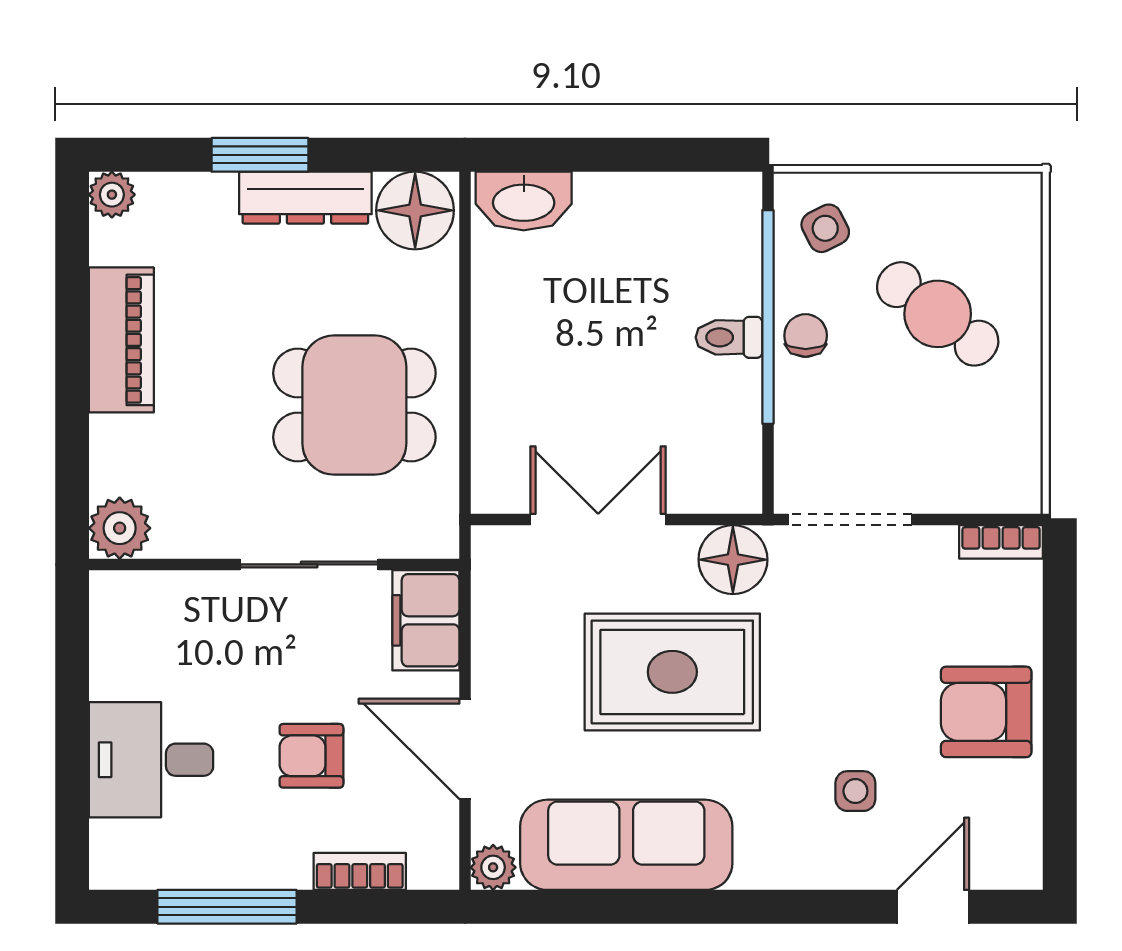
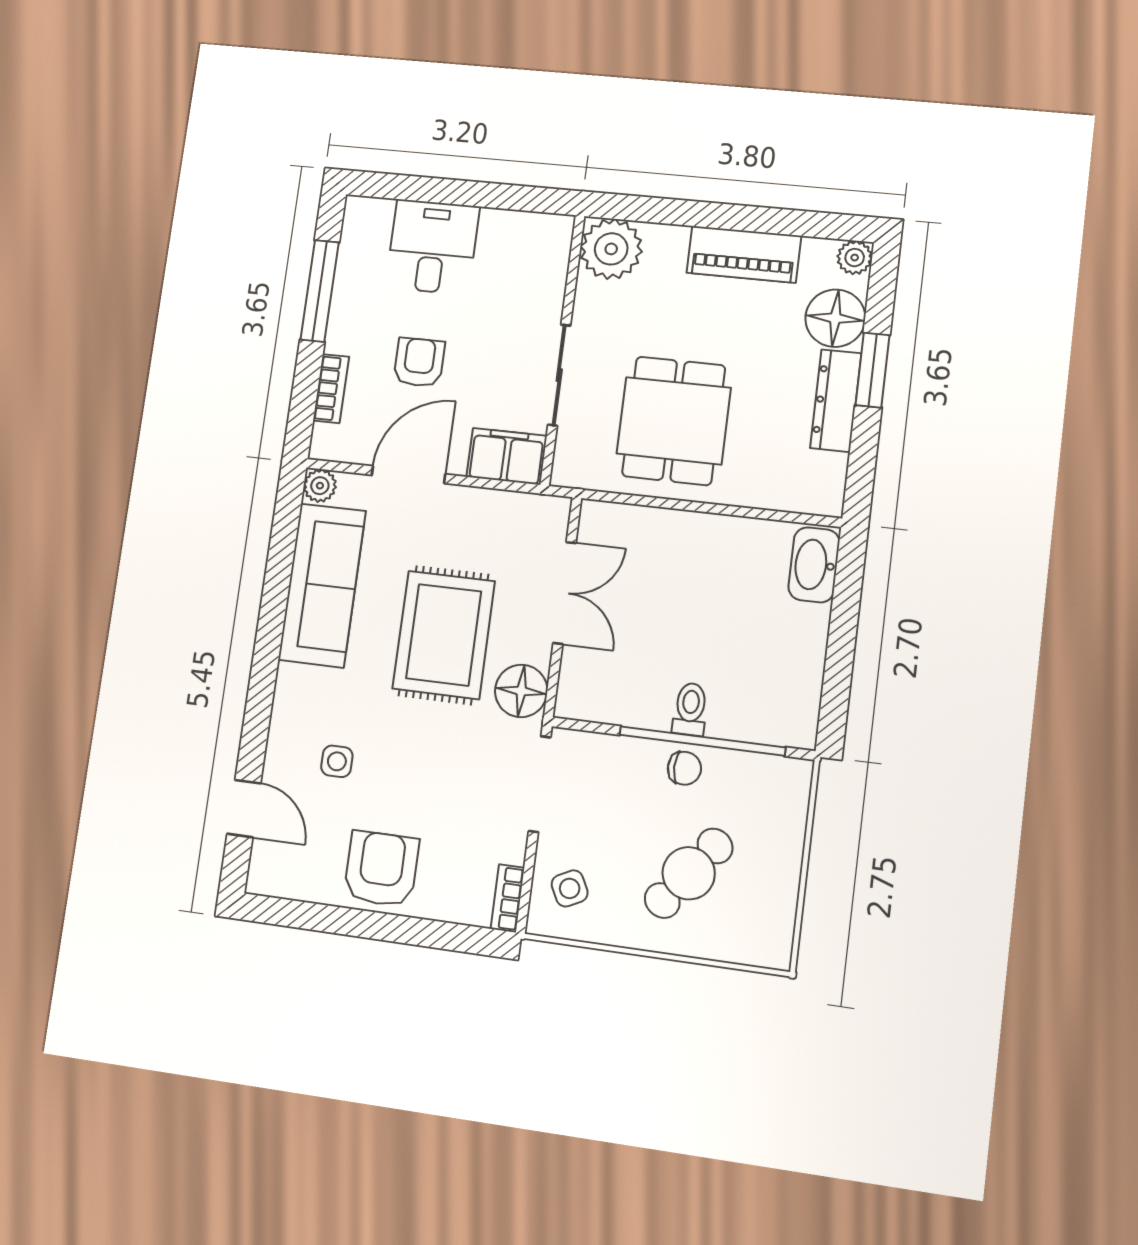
floor lamp: (415, 210) -> (835, 318), moved
side table: (825, 228) -> (570, 888), moved
plant: (120, 528) -> (611, 249), width x1.36, depth x1.36

